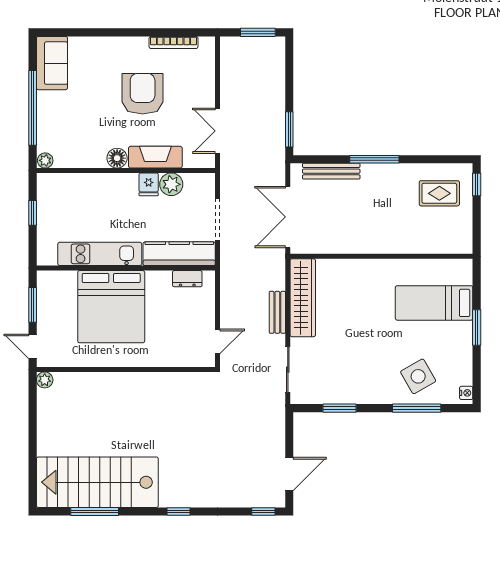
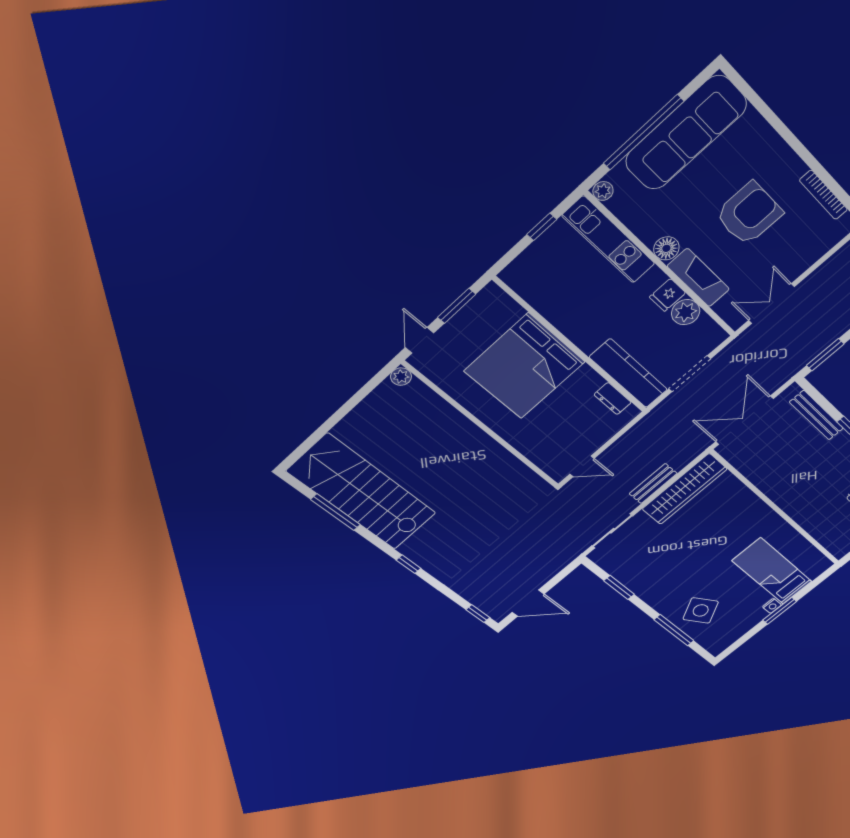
sofa: (52, 63) -> (686, 133), width x1.85, depth x1.27
kitchen unit: (100, 254) -> (609, 240), moved, turned 180
nightstand: (466, 393) -> (772, 606), moved

